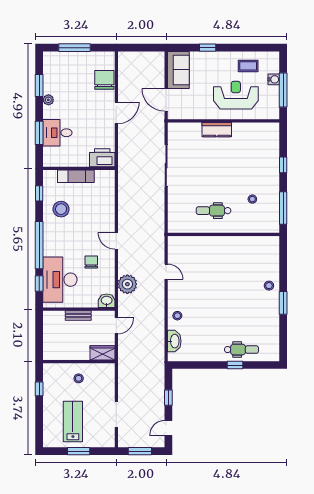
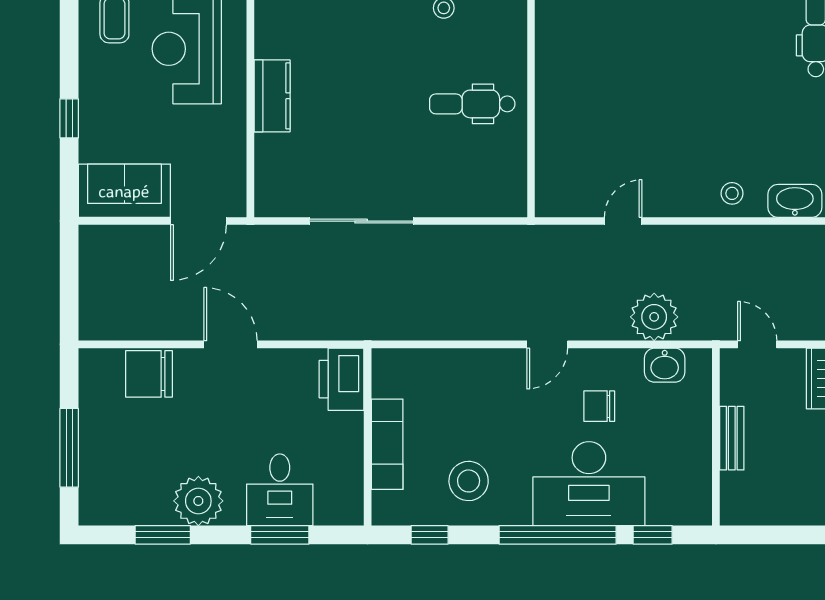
plant: (48, 100) -> (198, 501), width x1.87, depth x1.87
dental chair: (214, 211) -> (472, 104), turned 90
desk: (60, 280) -> (589, 484), moved
washbasin: (107, 301) -> (665, 365), moved, turned -90

